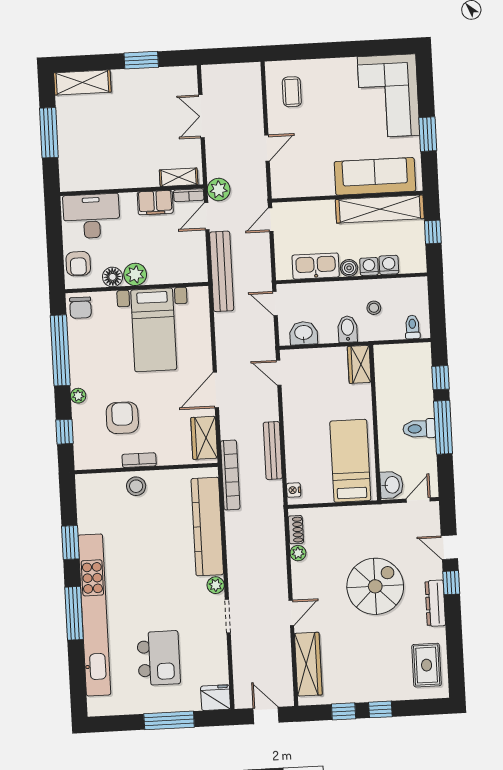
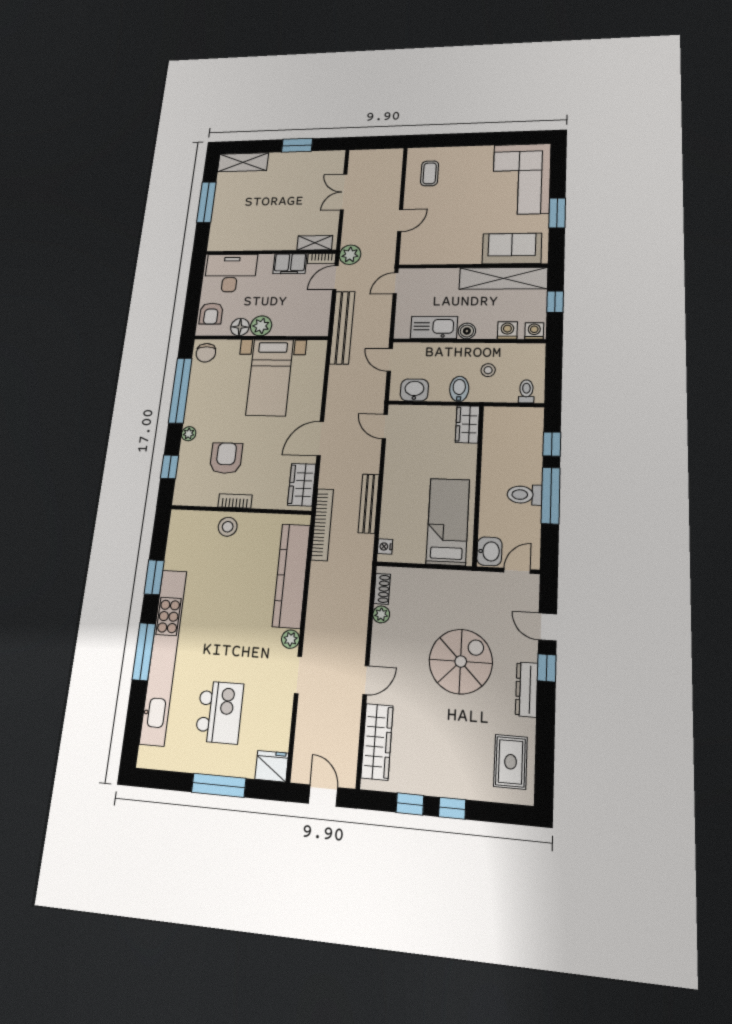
sofa: (375, 176) -> (512, 249), width x0.73
washing machine: (369, 267) -> (534, 331), moved

